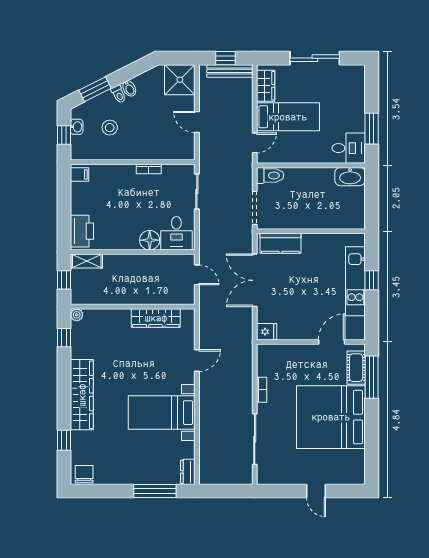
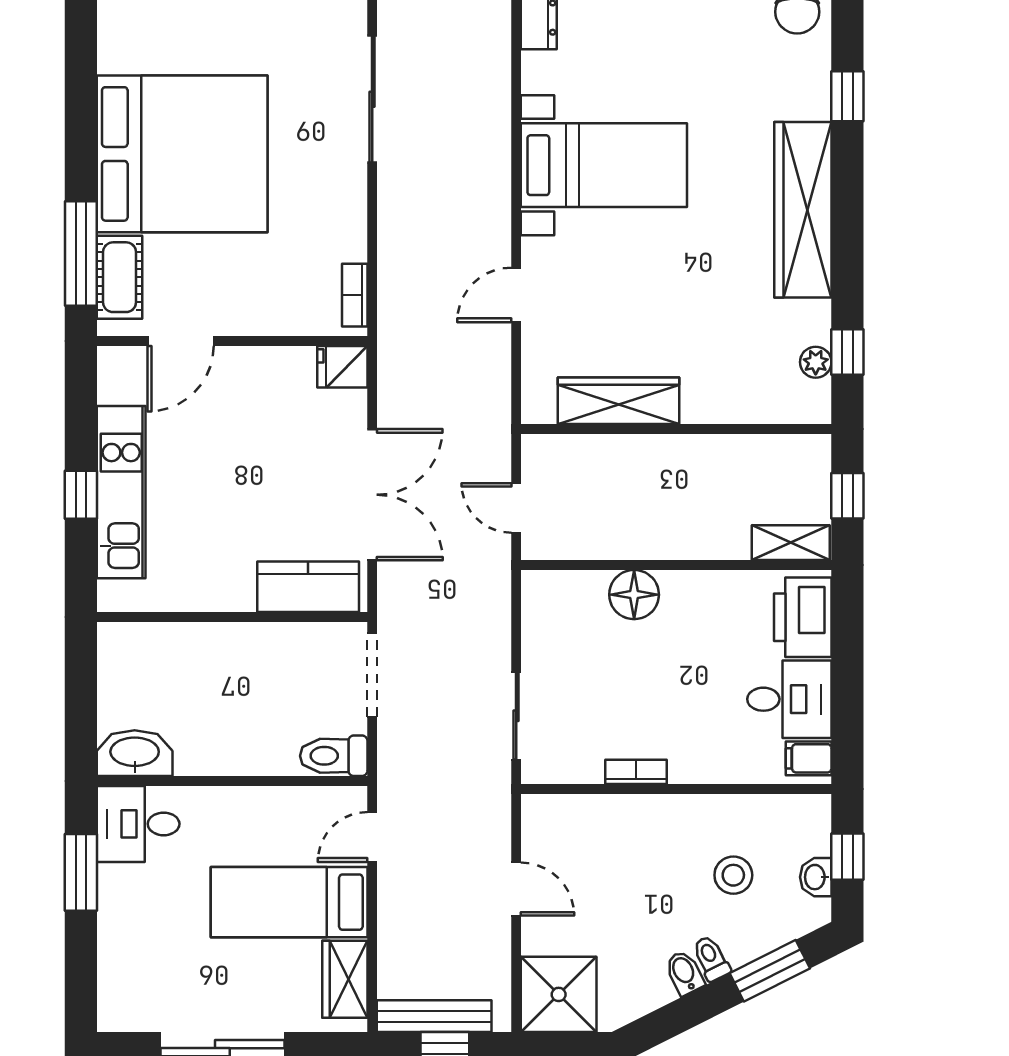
desk: (176, 233) -> (789, 699), moved, turned 90
plant: (77, 315) -> (816, 362), moved
bookcase: (262, 390) -> (355, 295), moved

